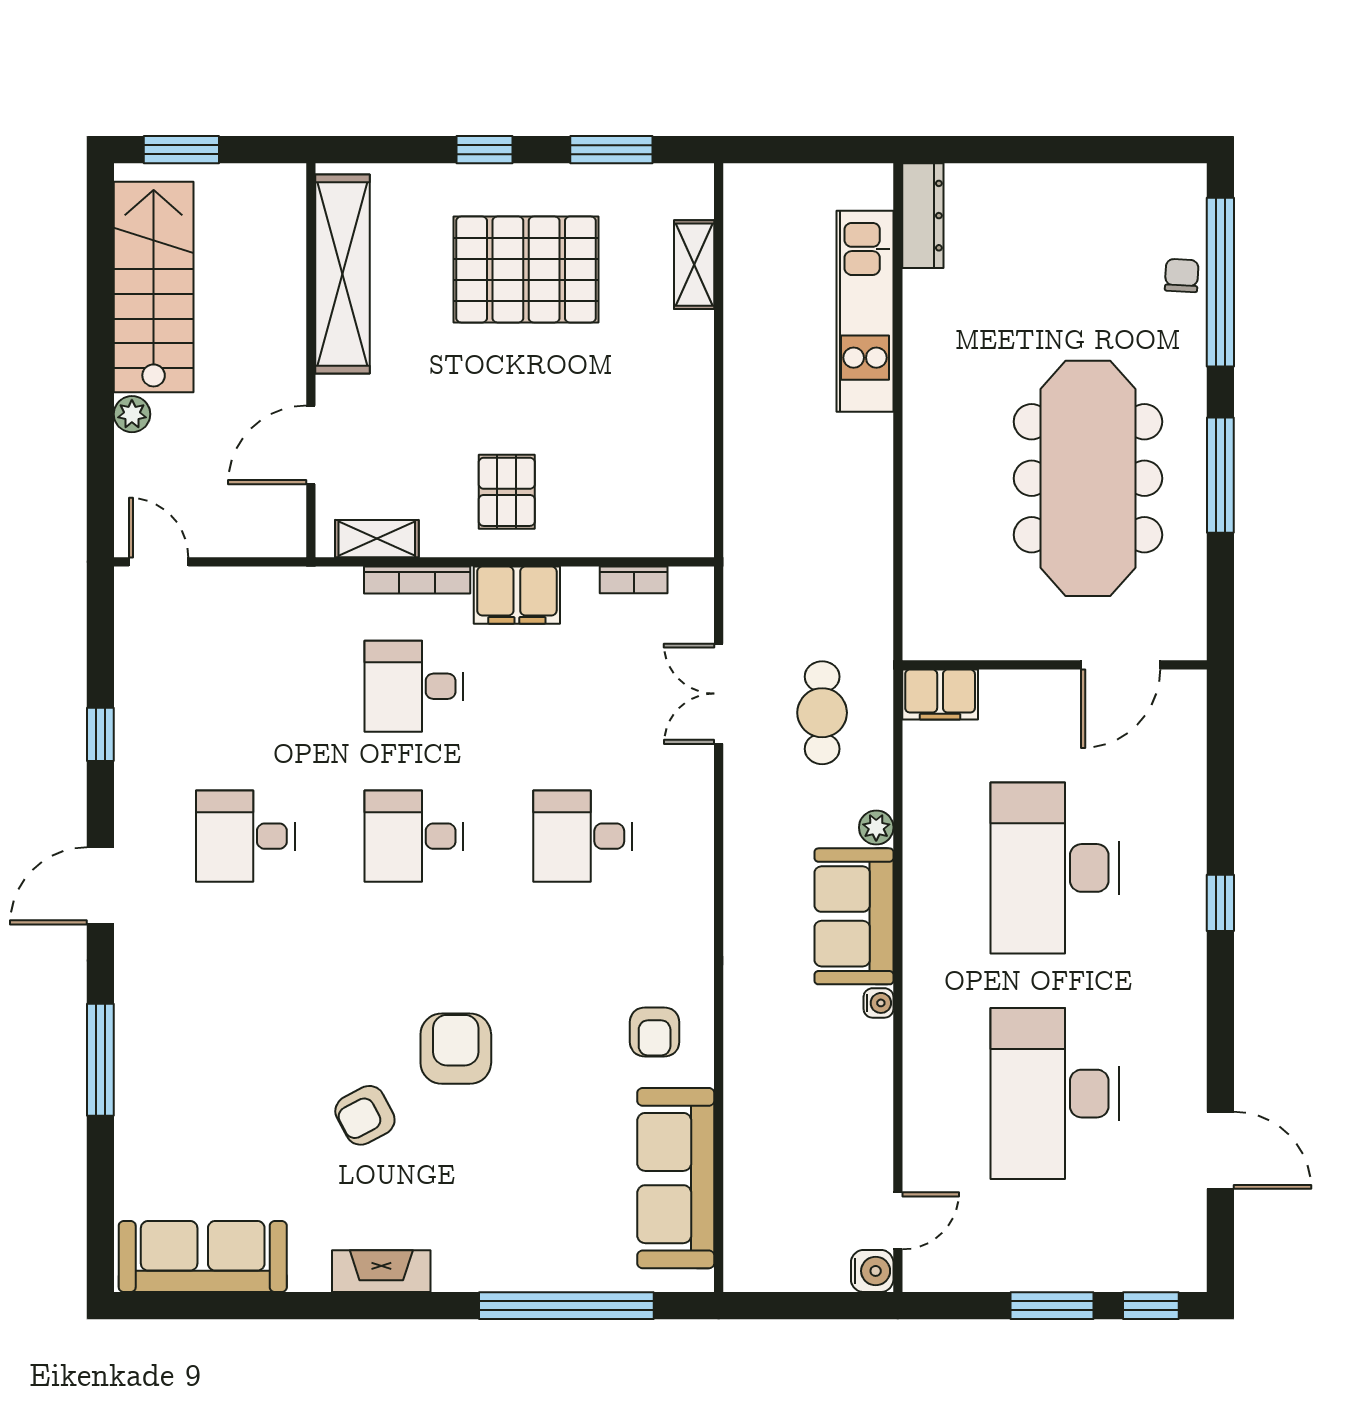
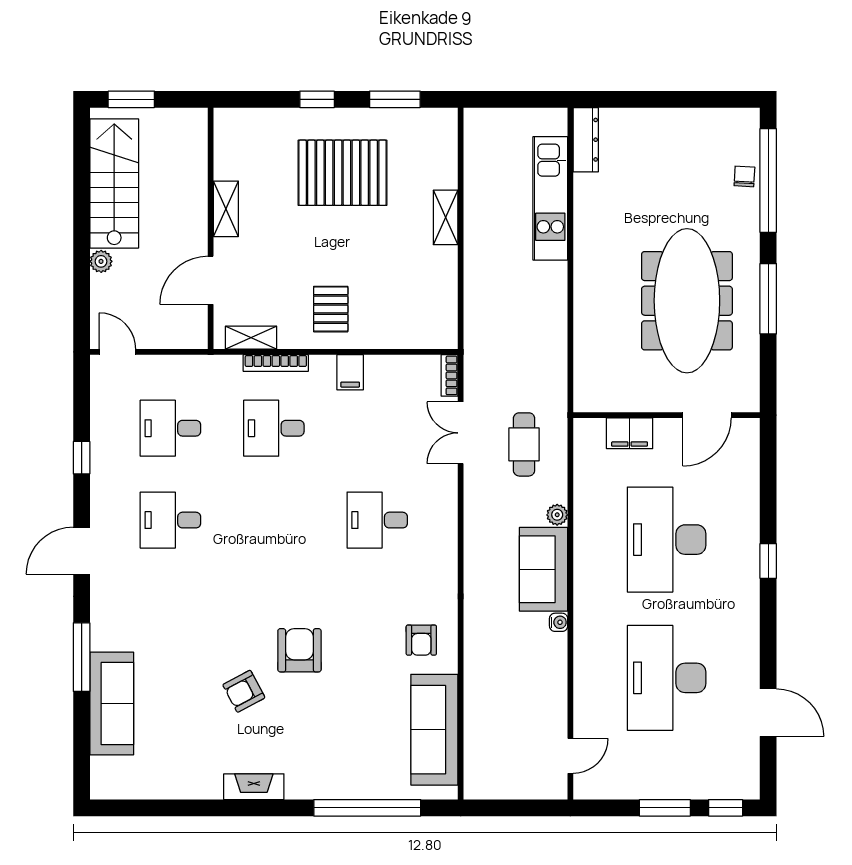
shelving: (694, 265) -> (446, 217), moved
shelving: (343, 274) -> (226, 209), width x0.45, depth x0.75
bookcase: (634, 580) -> (450, 375), moved, turned 90
filing cabinet: (517, 595) -> (350, 372), width x0.50
filing cabinet: (940, 695) -> (630, 433), moved
desk: (414, 836) -> (170, 428), moved
sofa: (203, 1256) -> (112, 704), moved, turned 90
water cooler: (872, 1271) -> (555, 787), removed

